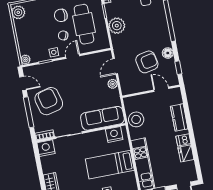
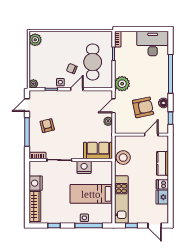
chair: (61, 15) -> (73, 50), removed
plant: (117, 26) -> (122, 84), moved
door: (23, 83) -> (27, 105), swing flipped
door: (161, 89) -> (151, 135), hinge flipped
armchair: (49, 101) -> (47, 126), width x0.53, depth x0.53
sofa: (102, 118) -> (98, 151), width x0.73
nightstand: (114, 134) -> (84, 167), moved
nightstand: (46, 148) -> (36, 183), moved, turned -90

